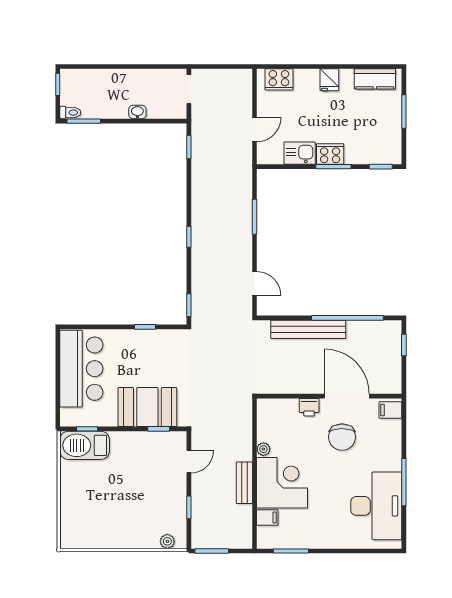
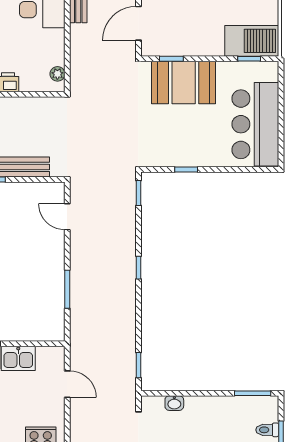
washbasin: (137, 112) -> (174, 403), moved
toilet: (70, 113) -> (267, 430), moved
door: (254, 130) -> (67, 384), swing flipped
plant: (263, 449) -> (57, 74), moved
door: (189, 462) -> (138, 23), width x1.38

